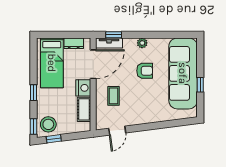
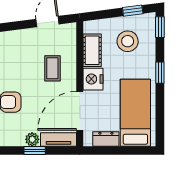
window: (114, 35) -> (35, 151), moved
plant: (142, 43) -> (32, 139), moved
stool: (48, 124) -> (128, 41), moved

